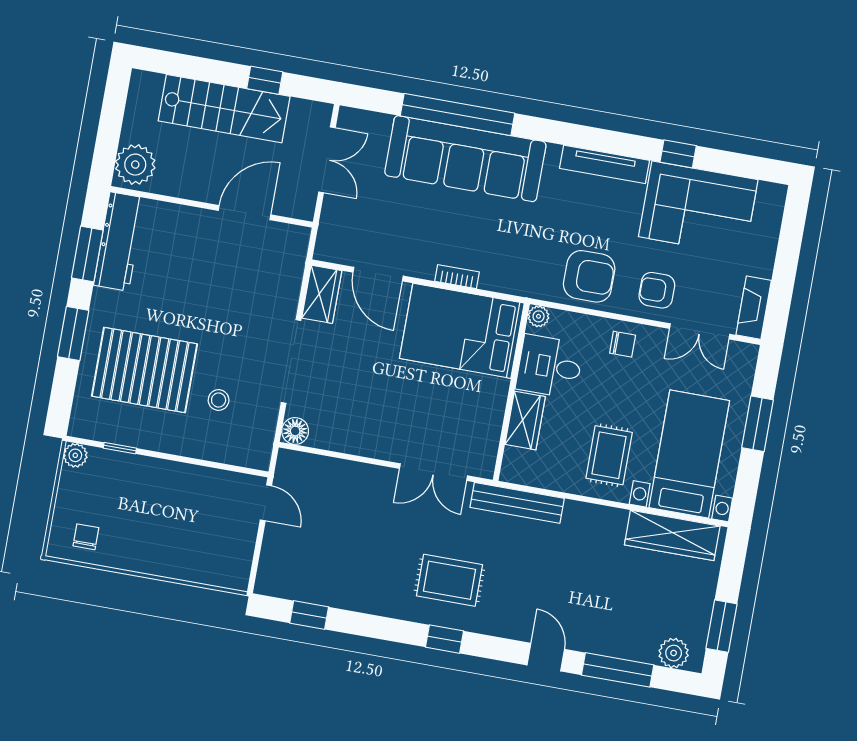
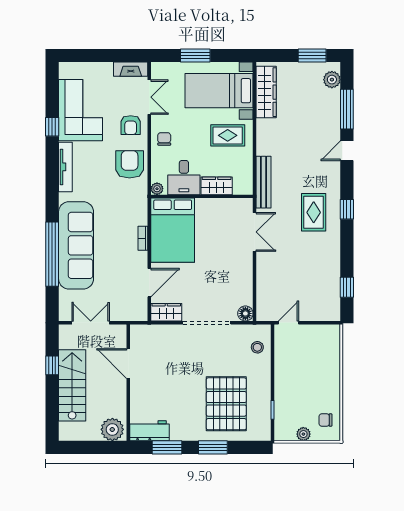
workbench: (119, 241) -> (150, 431), width x0.73
stool: (219, 400) -> (257, 347), moved
plant: (75, 455) -> (303, 434), moved

